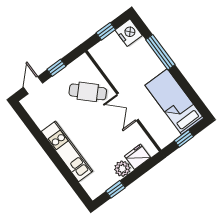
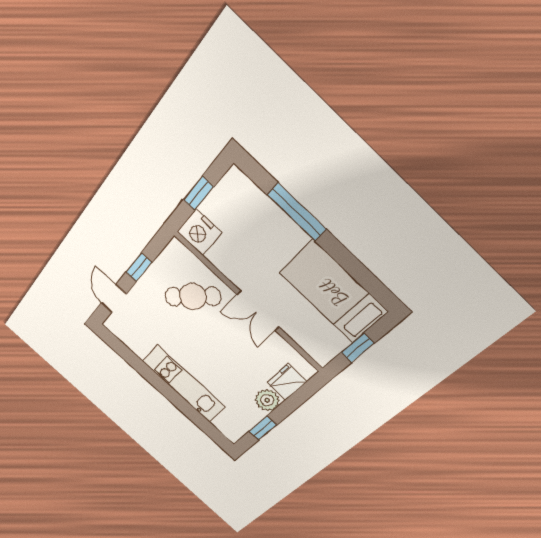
nightstand: (129, 33) -> (199, 232), moved, turned 180

